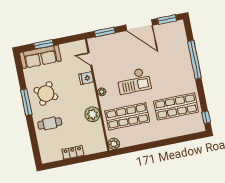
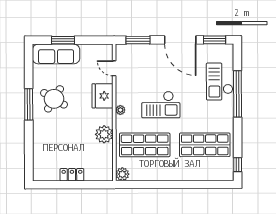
checkout: (178, 53) -> (220, 82), added
fridge: (86, 78) -> (103, 96), width x1.88, depth x1.34
cafe table: (50, 123) -> (52, 135), removed

